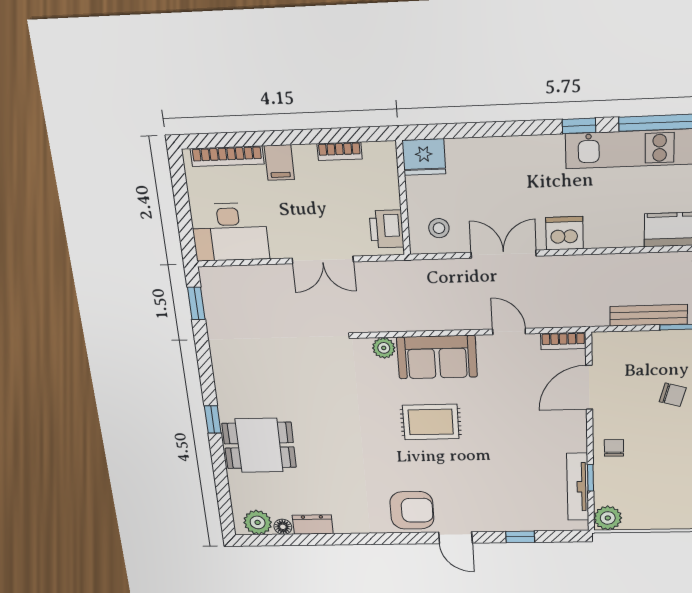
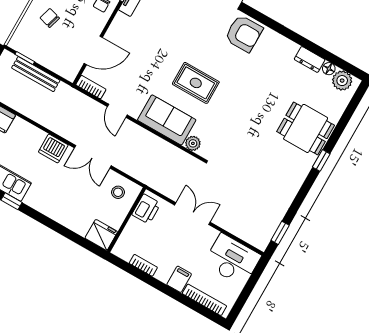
armchair: (412, 510) -> (244, 33), turned 180

